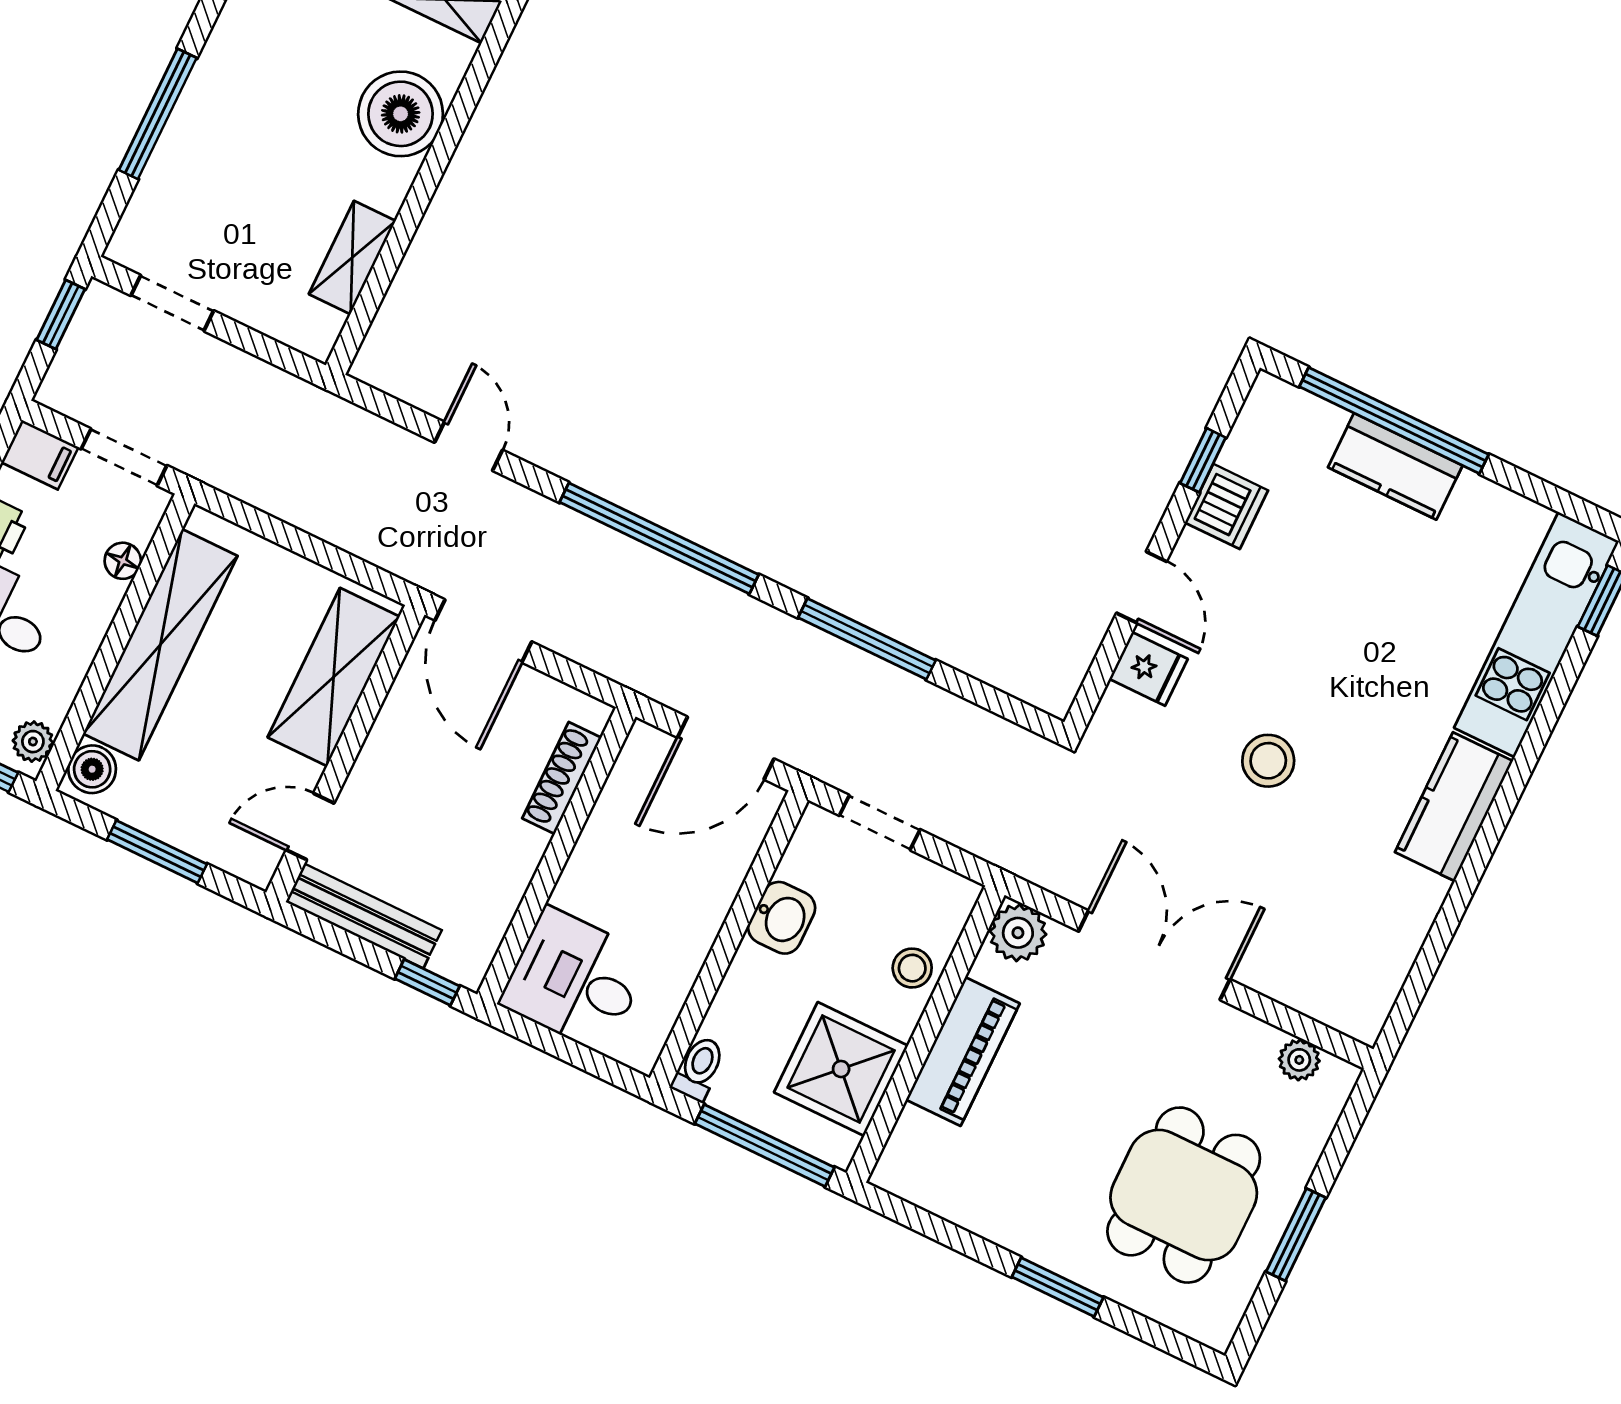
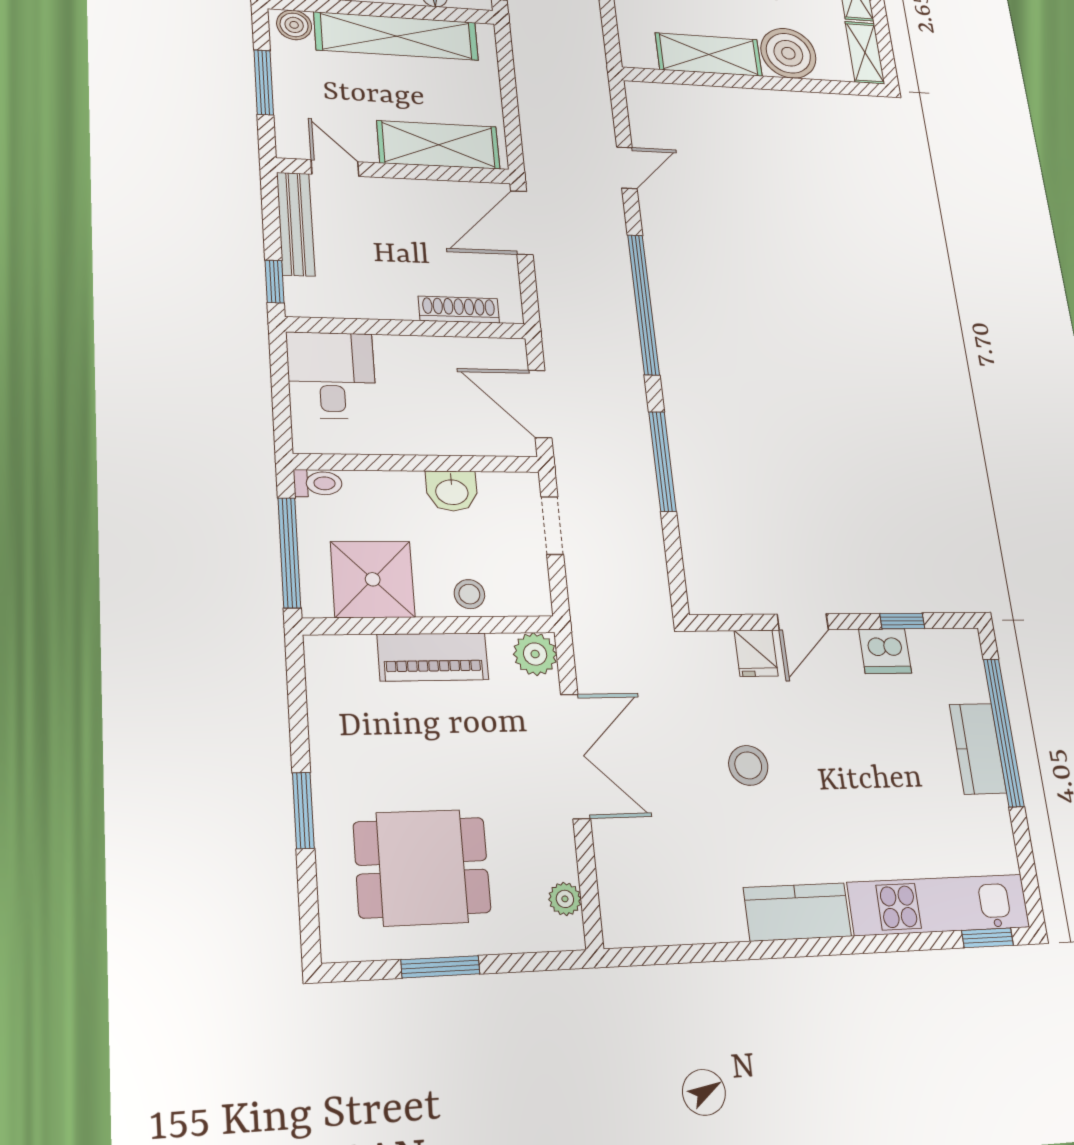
shelving: (352, 257) -> (709, 55), width x1.50, depth x1.33

